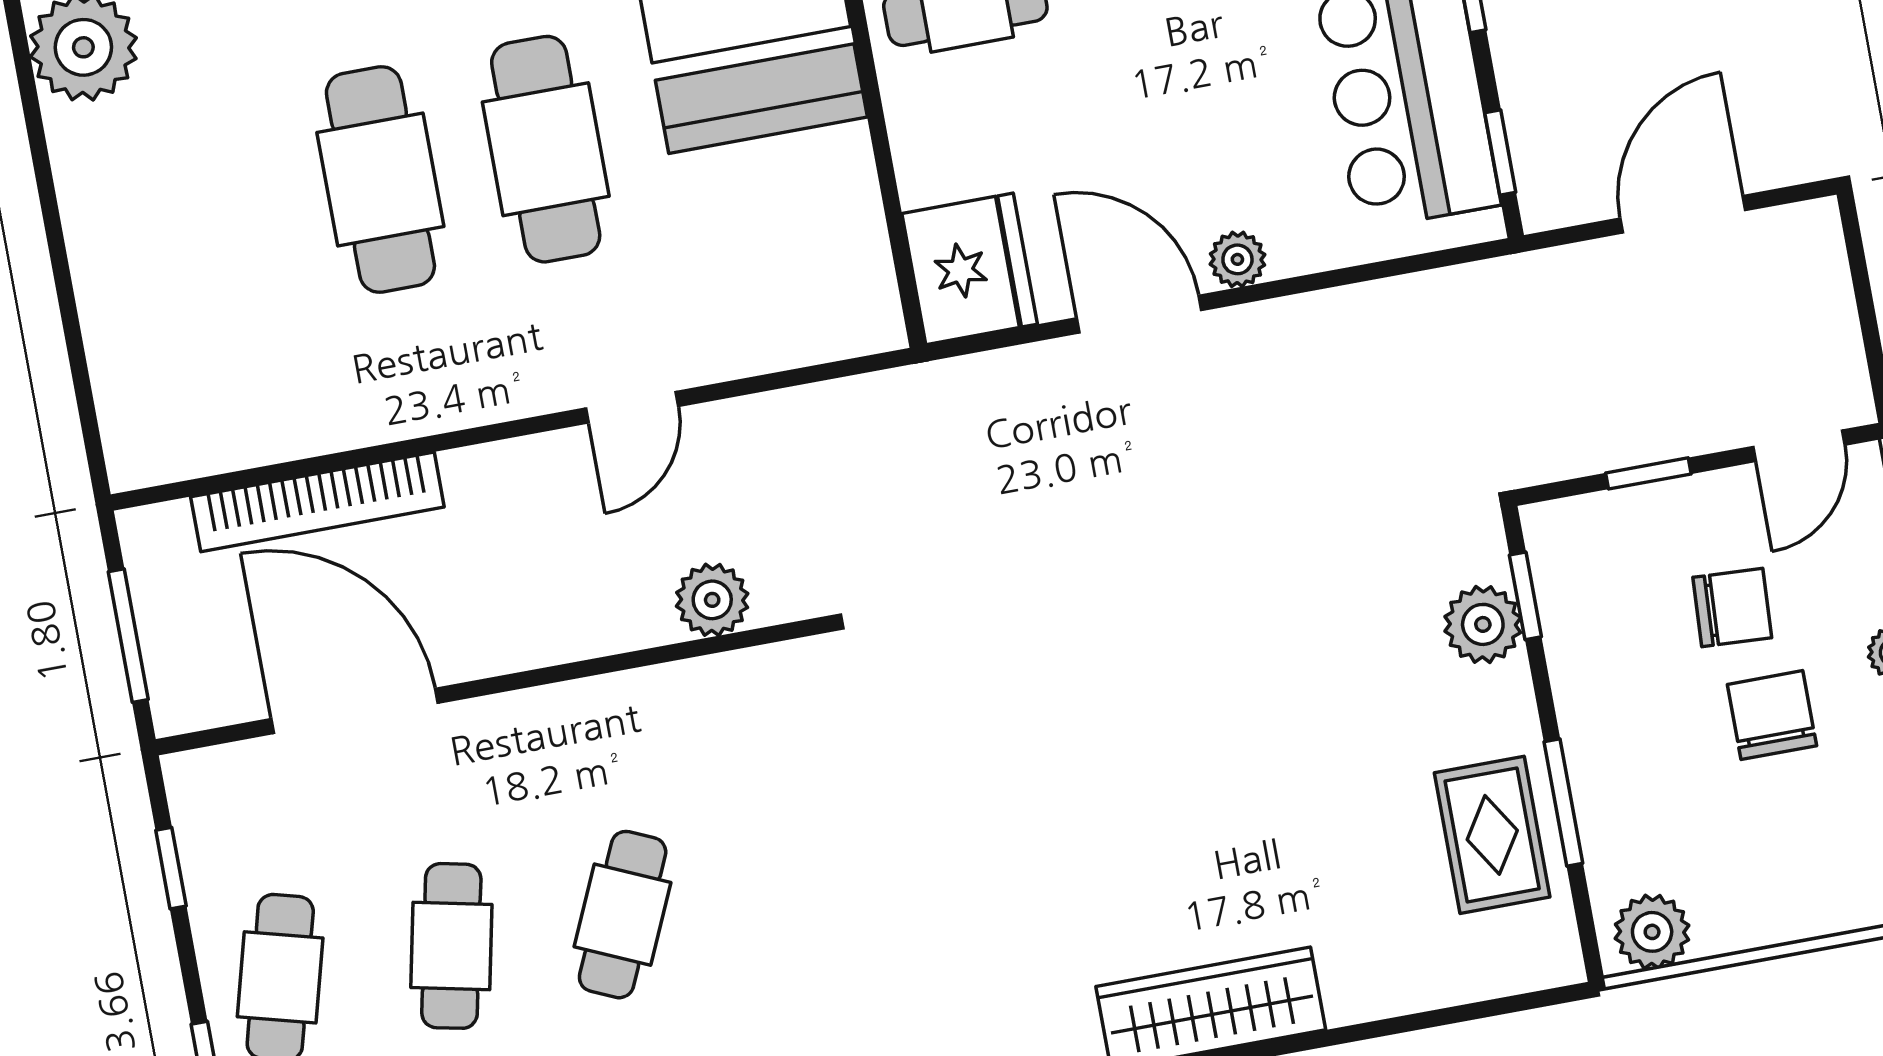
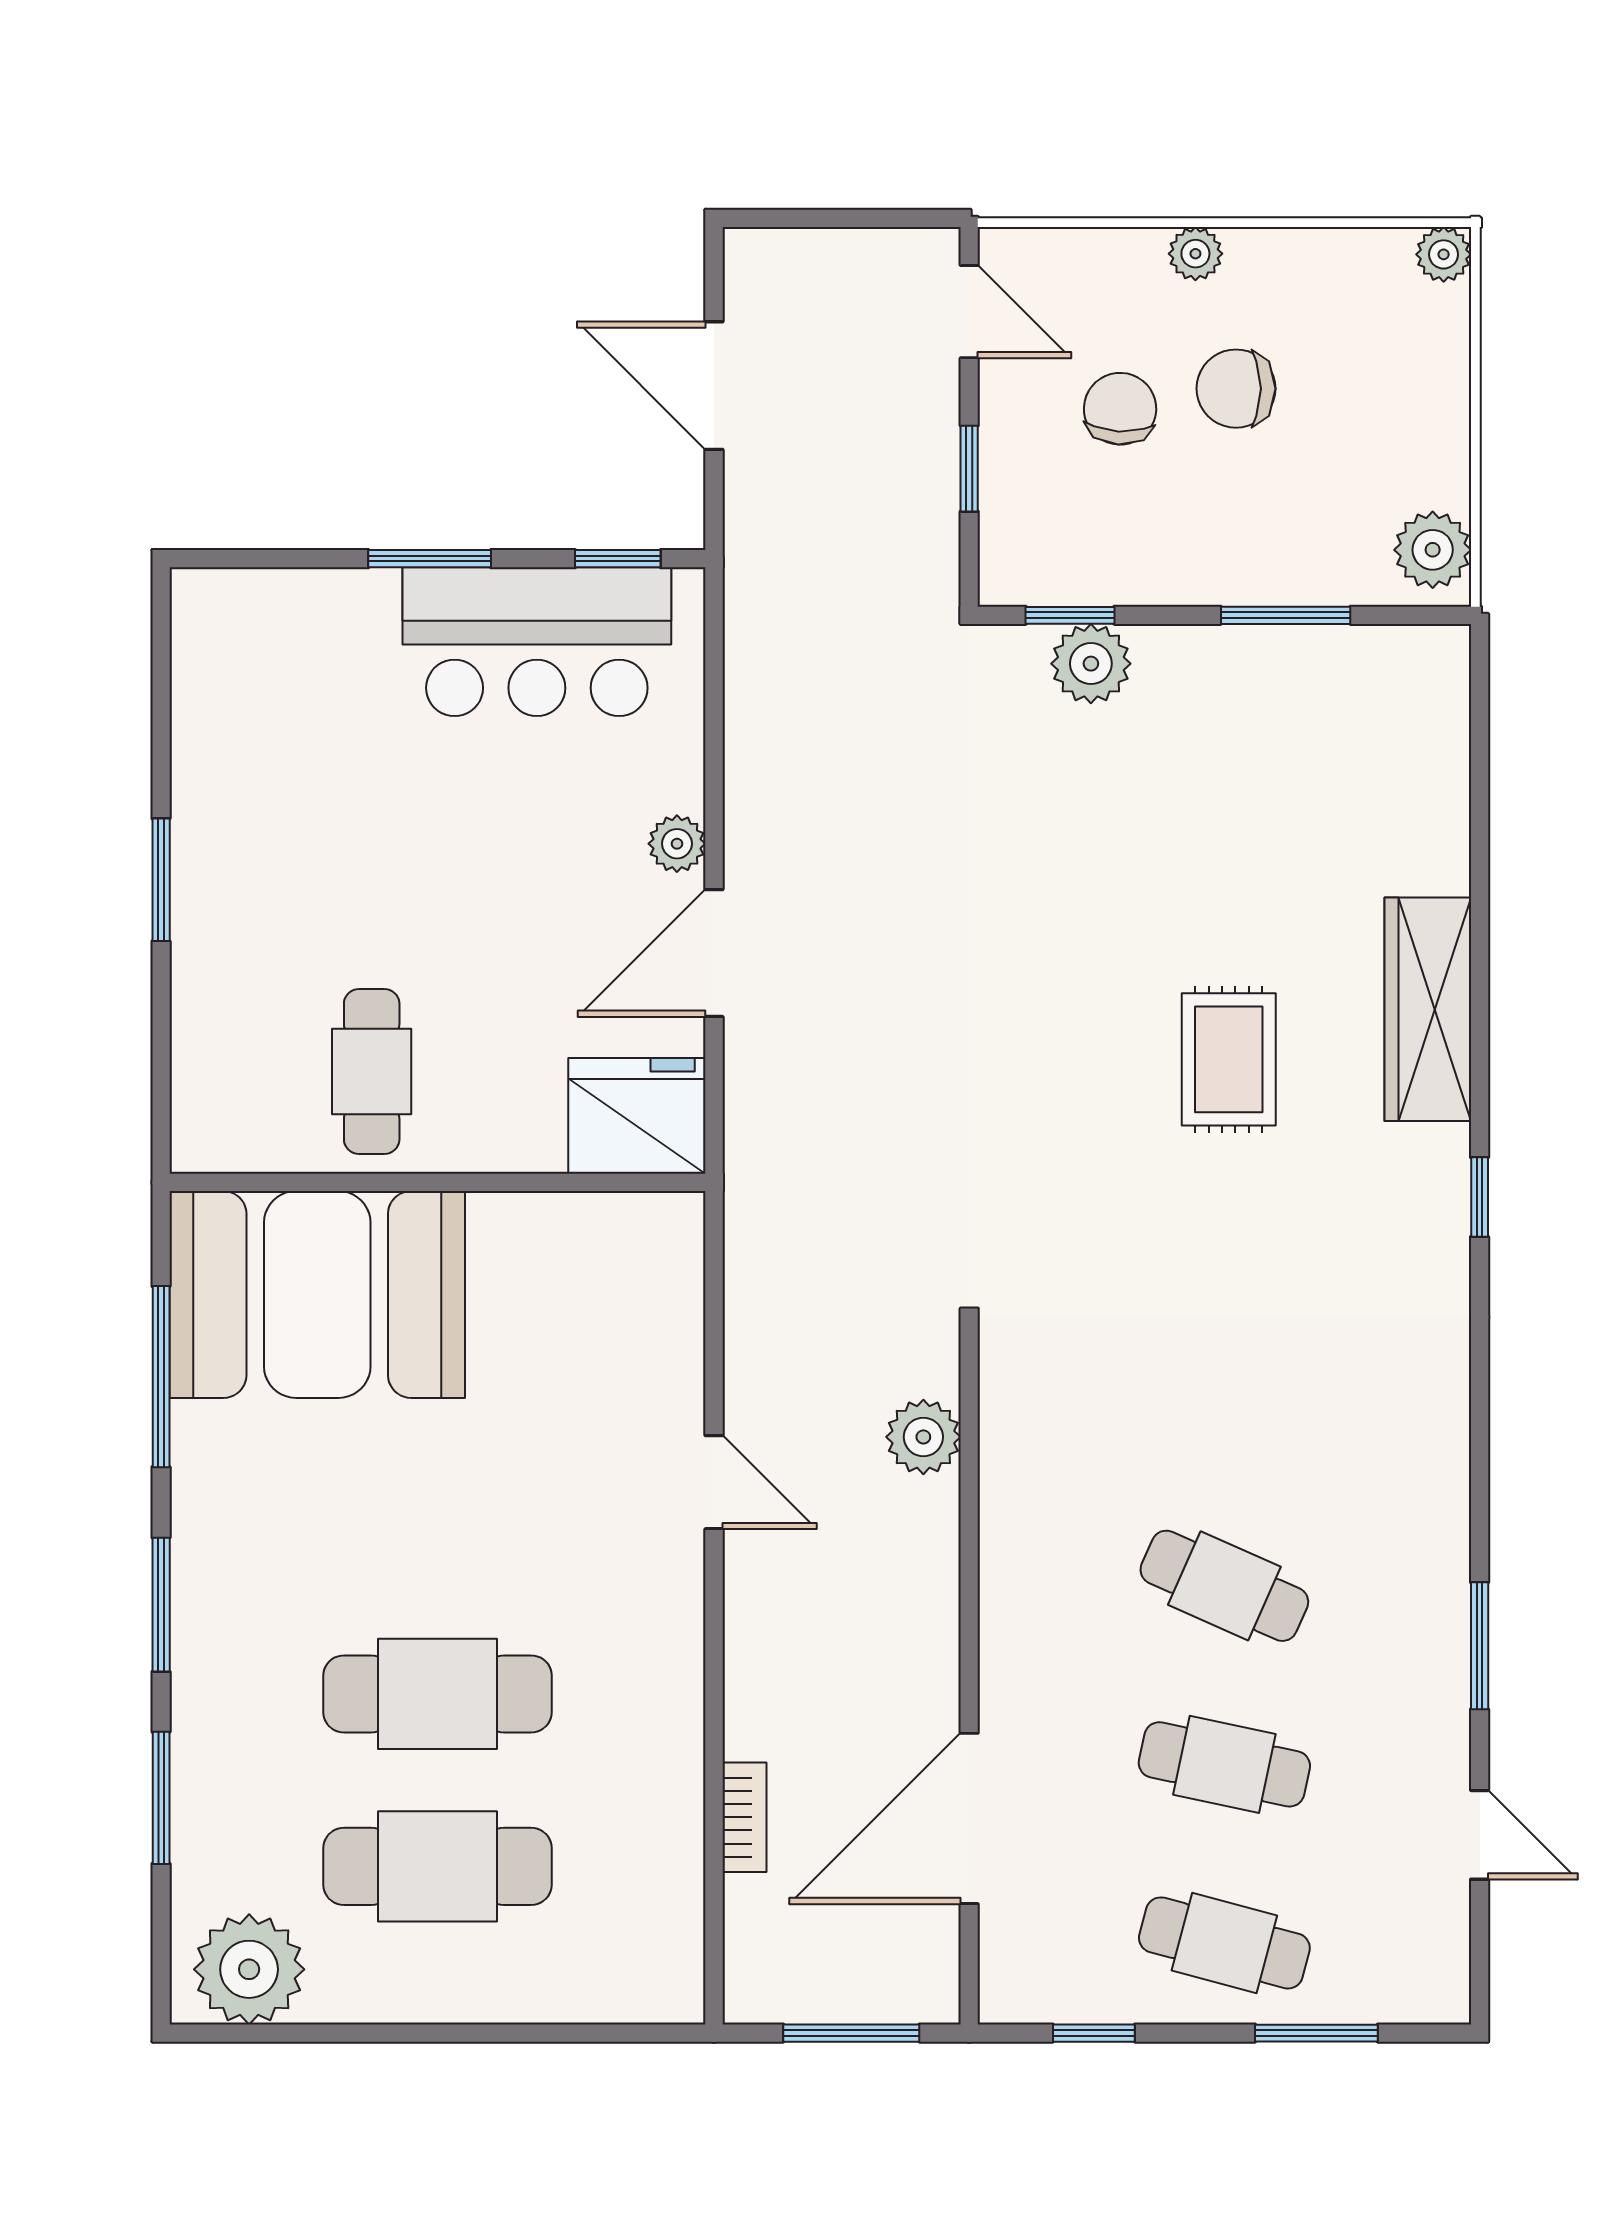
cafe table: (546, 149) -> (438, 1866), moved
bookcase: (317, 502) -> (744, 1817), width x0.43, depth x0.76
rug: (1492, 835) -> (1229, 1059), moved, turned 90

